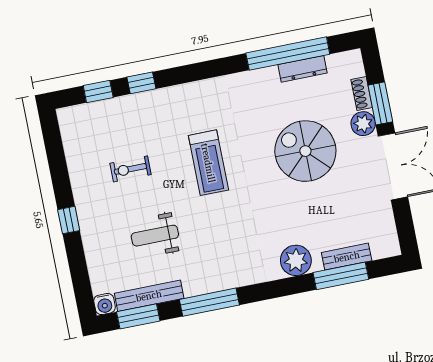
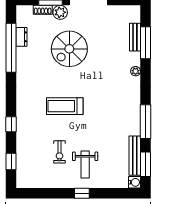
dresser: (302, 69) -> (22, 37), width x0.70
window: (141, 83) -> (11, 124), moved
treadmill: (208, 163) -> (65, 106), turned 180
weight bench: (155, 236) -> (85, 165), moved
plant: (296, 260) -> (136, 71), width x0.53, depth x0.53

